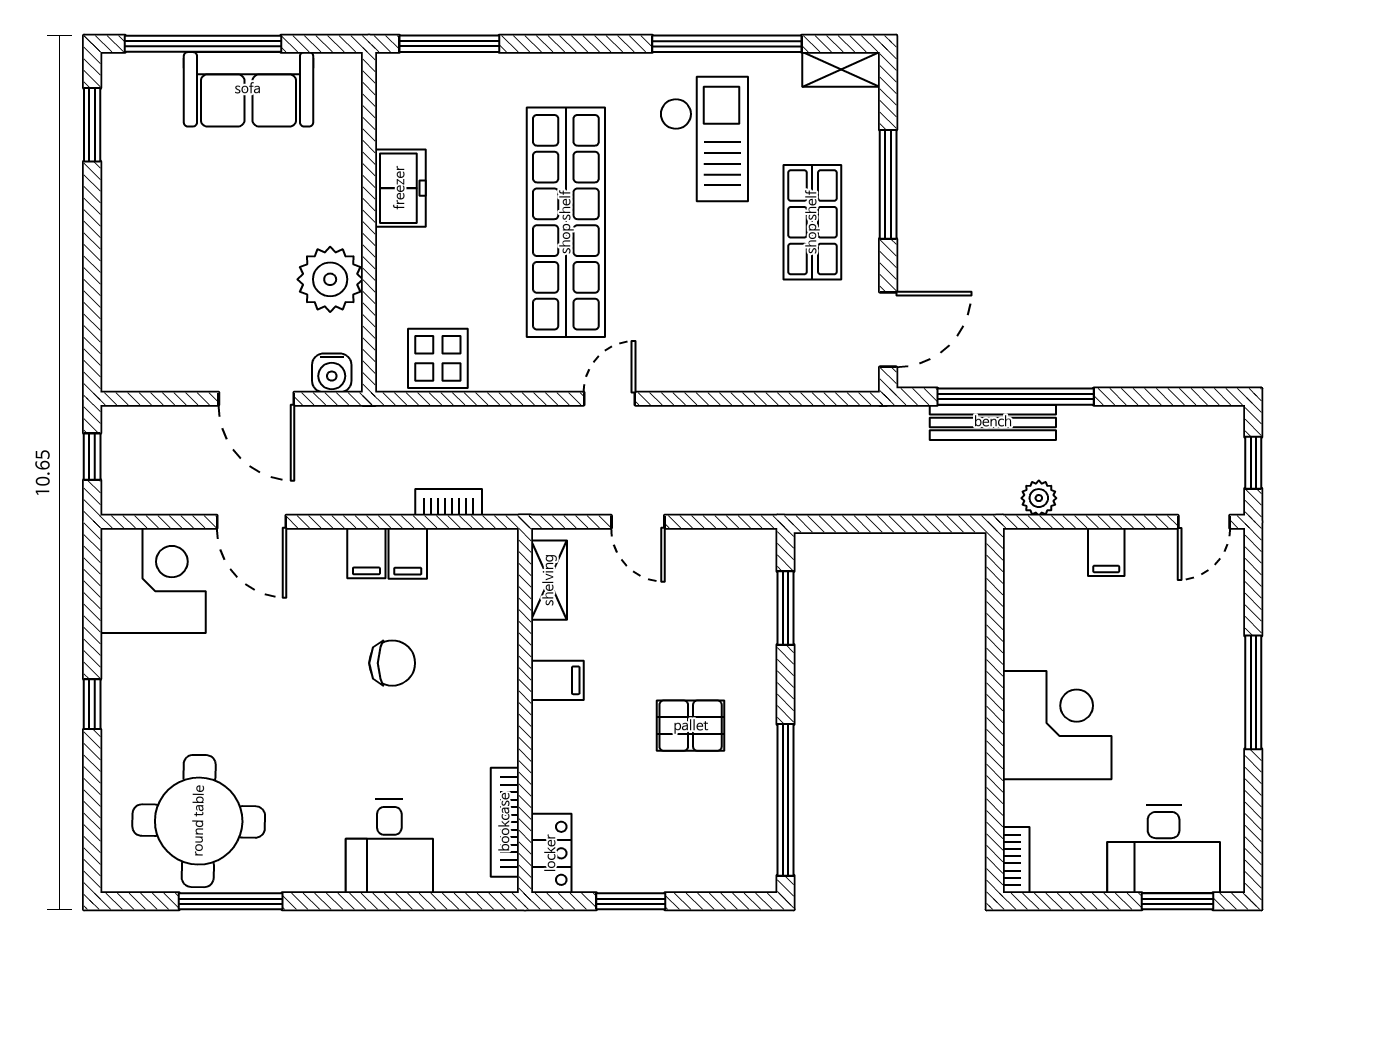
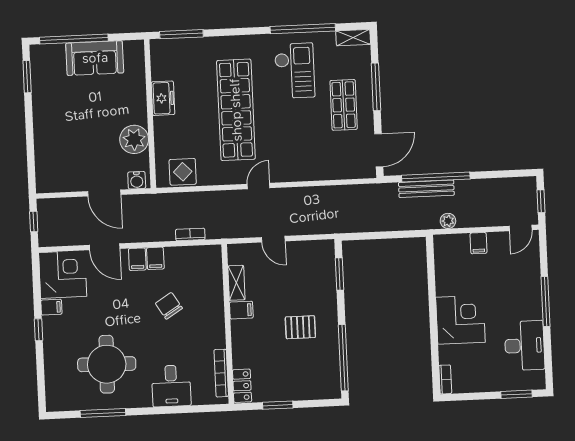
filing cabinet: (408, 553) -> (137, 259), moved
shelving: (549, 580) -> (236, 283), moved
filing cabinet: (124, 654) -> (51, 307), added
chair: (392, 663) -> (169, 306), turned -122
round table: (199, 821) -> (107, 364), moved
desk: (1164, 849) -> (525, 346), moved, turned -90

